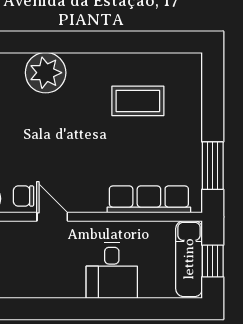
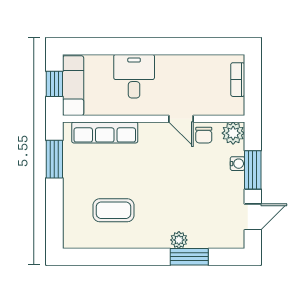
window: (42, 42) -> (189, 257), added
plant: (46, 73) -> (179, 240), width x0.53, depth x0.53
chair: (23, 196) -> (204, 135), turned 90

